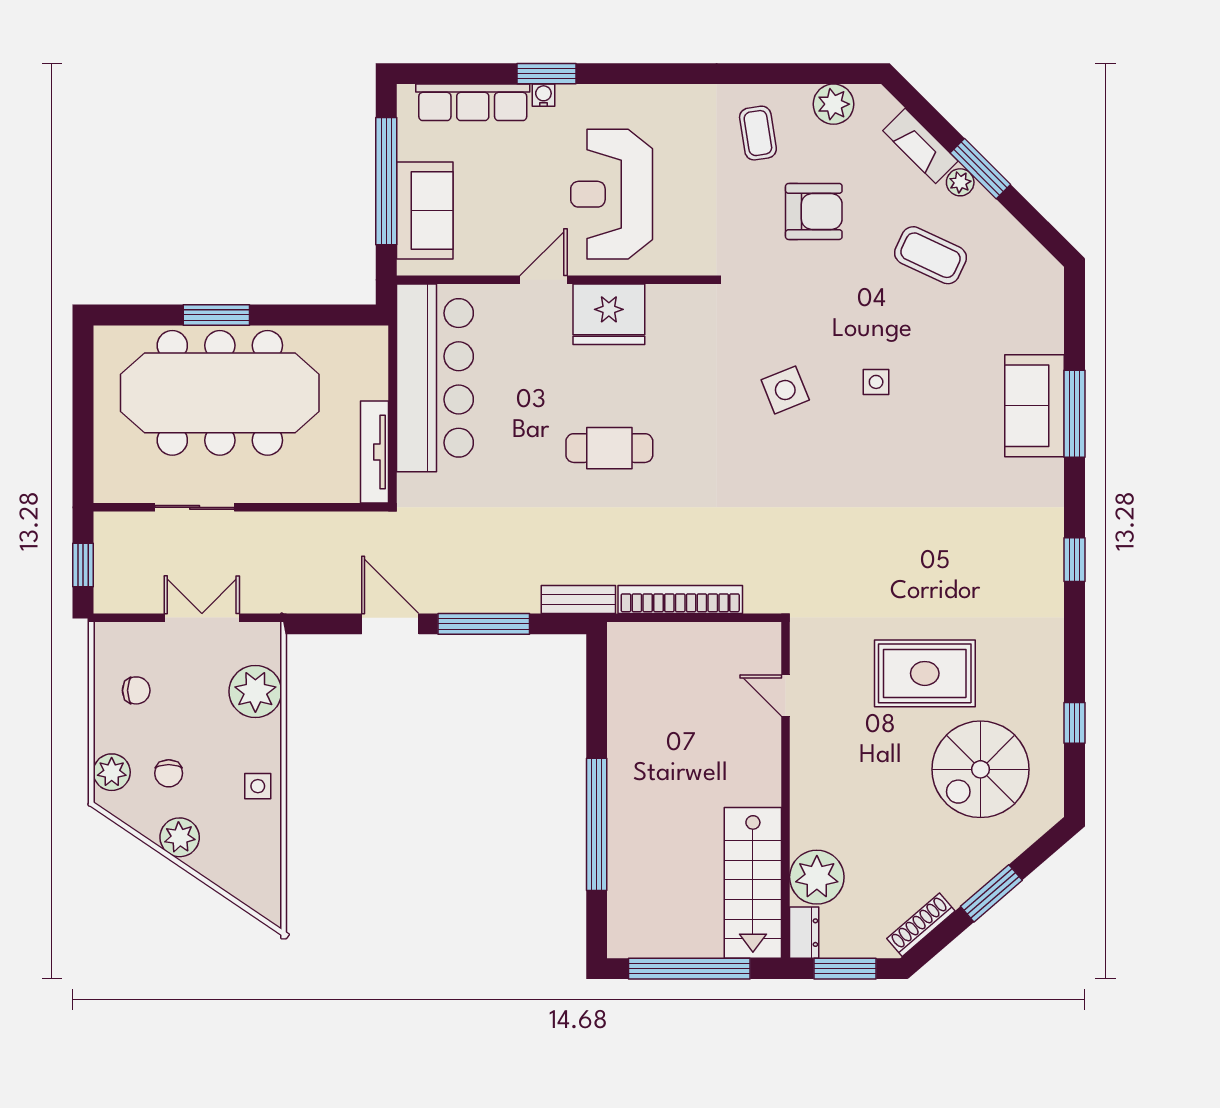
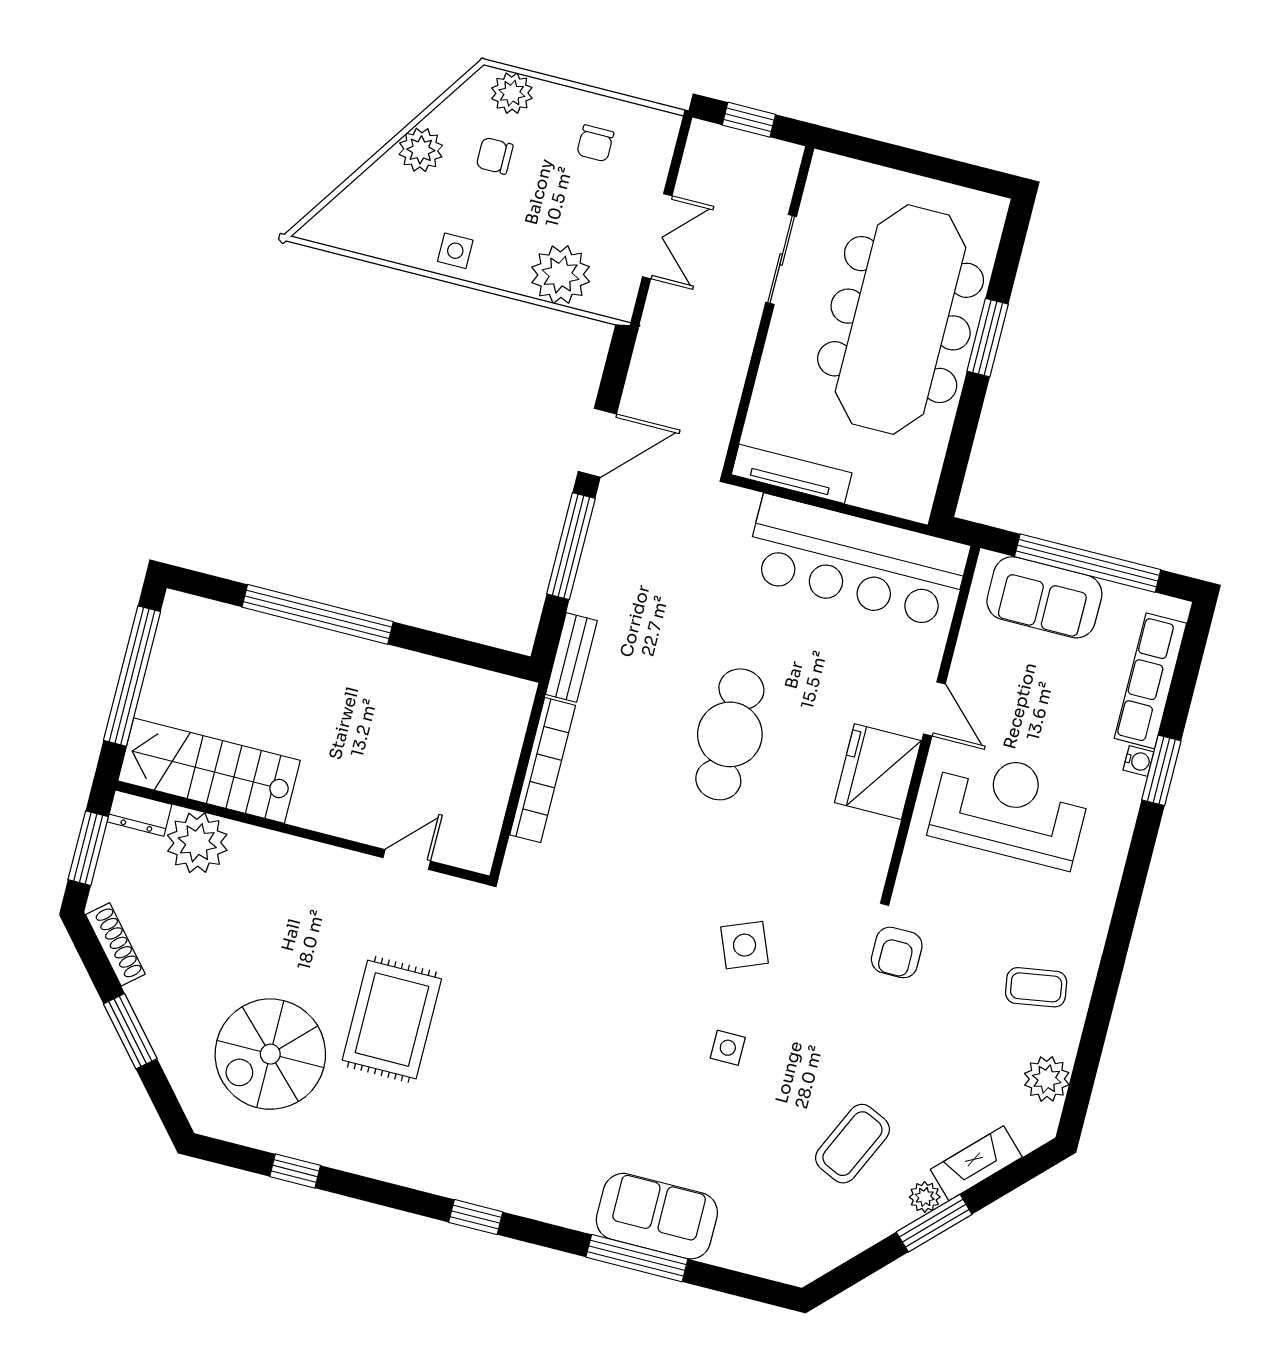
armchair: (814, 211) -> (897, 952), moved, width x0.72, depth x0.72
cafe table: (609, 448) -> (730, 734), width x1.37, depth x1.35
spiral stairs: (981, 769) -> (270, 1054), turned -90

